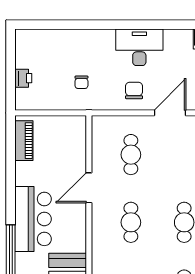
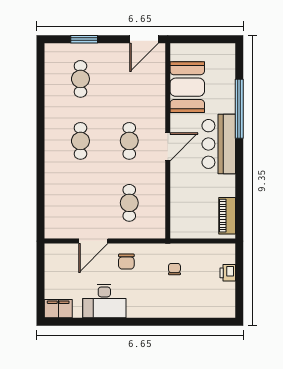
desk: (139, 47) -> (104, 301), moved
door: (89, 188) -> (168, 147), moved

